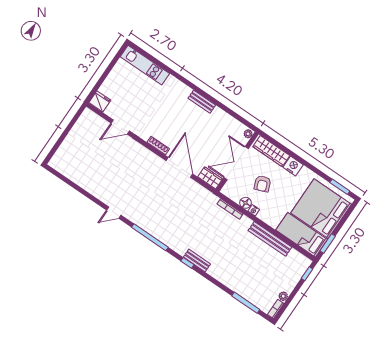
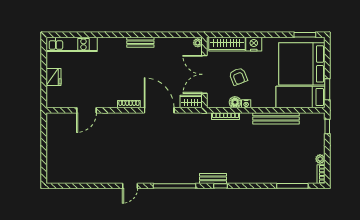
fridge: (100, 101) -> (54, 77), moved, turned 90
bench: (197, 260) -> (213, 178), moved

